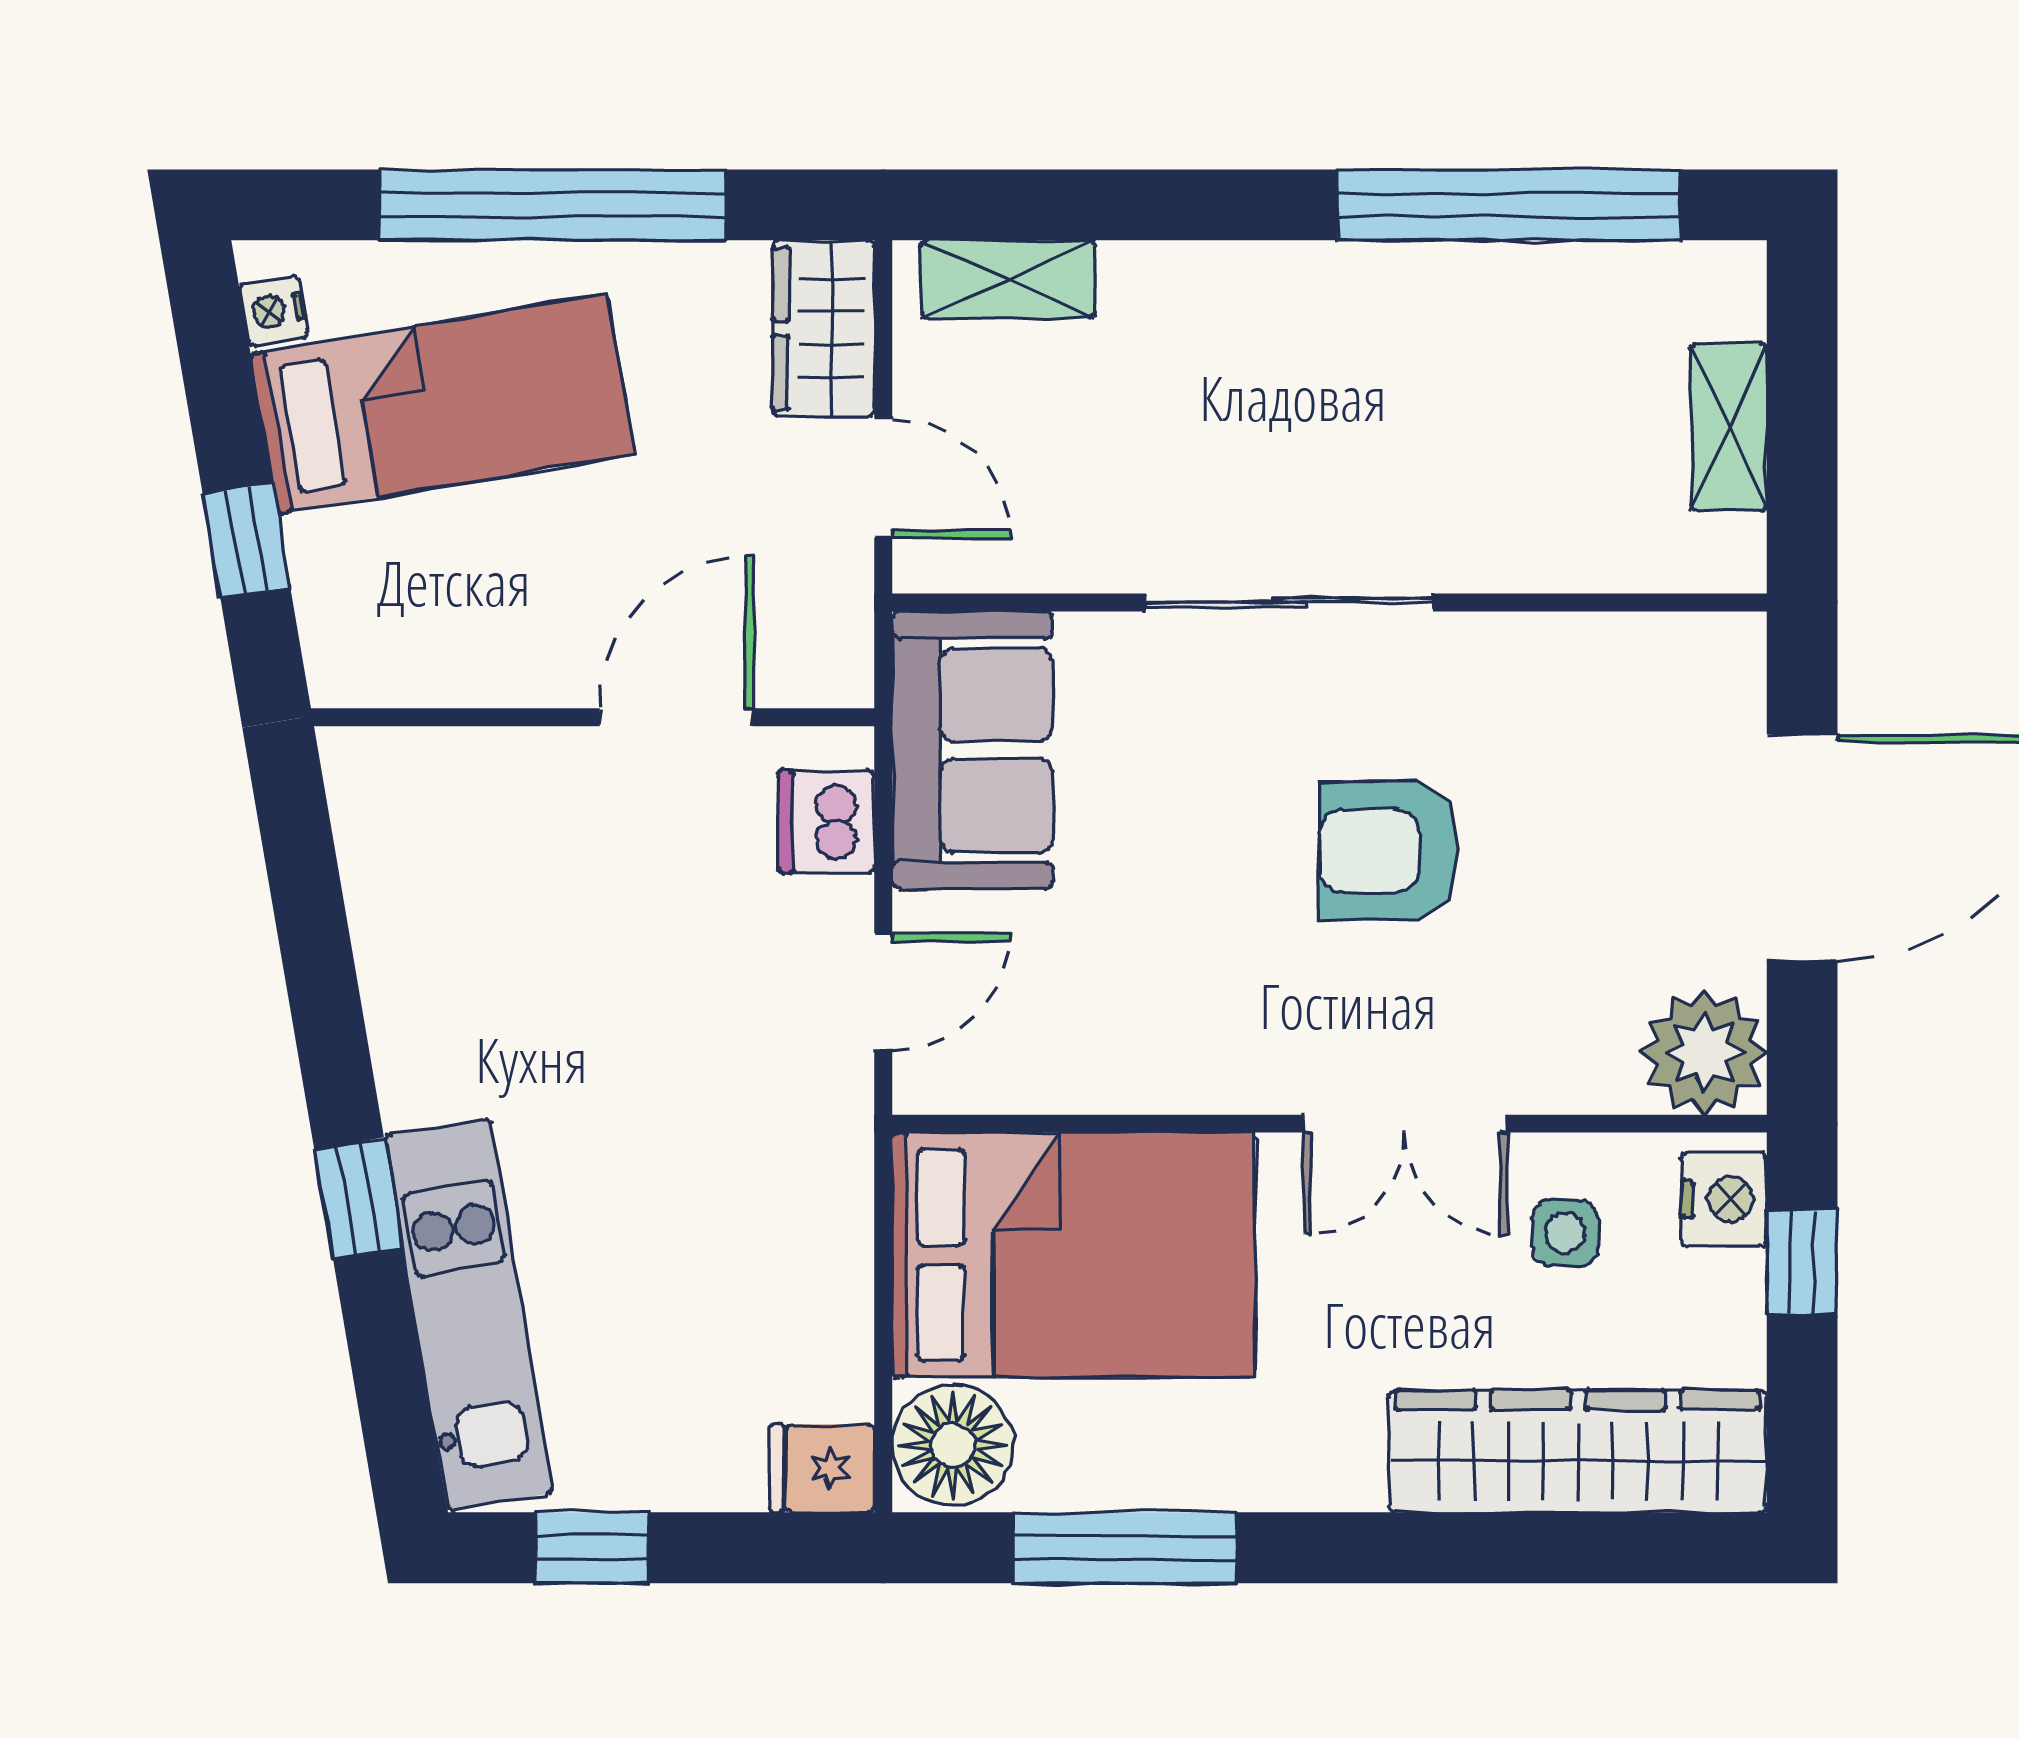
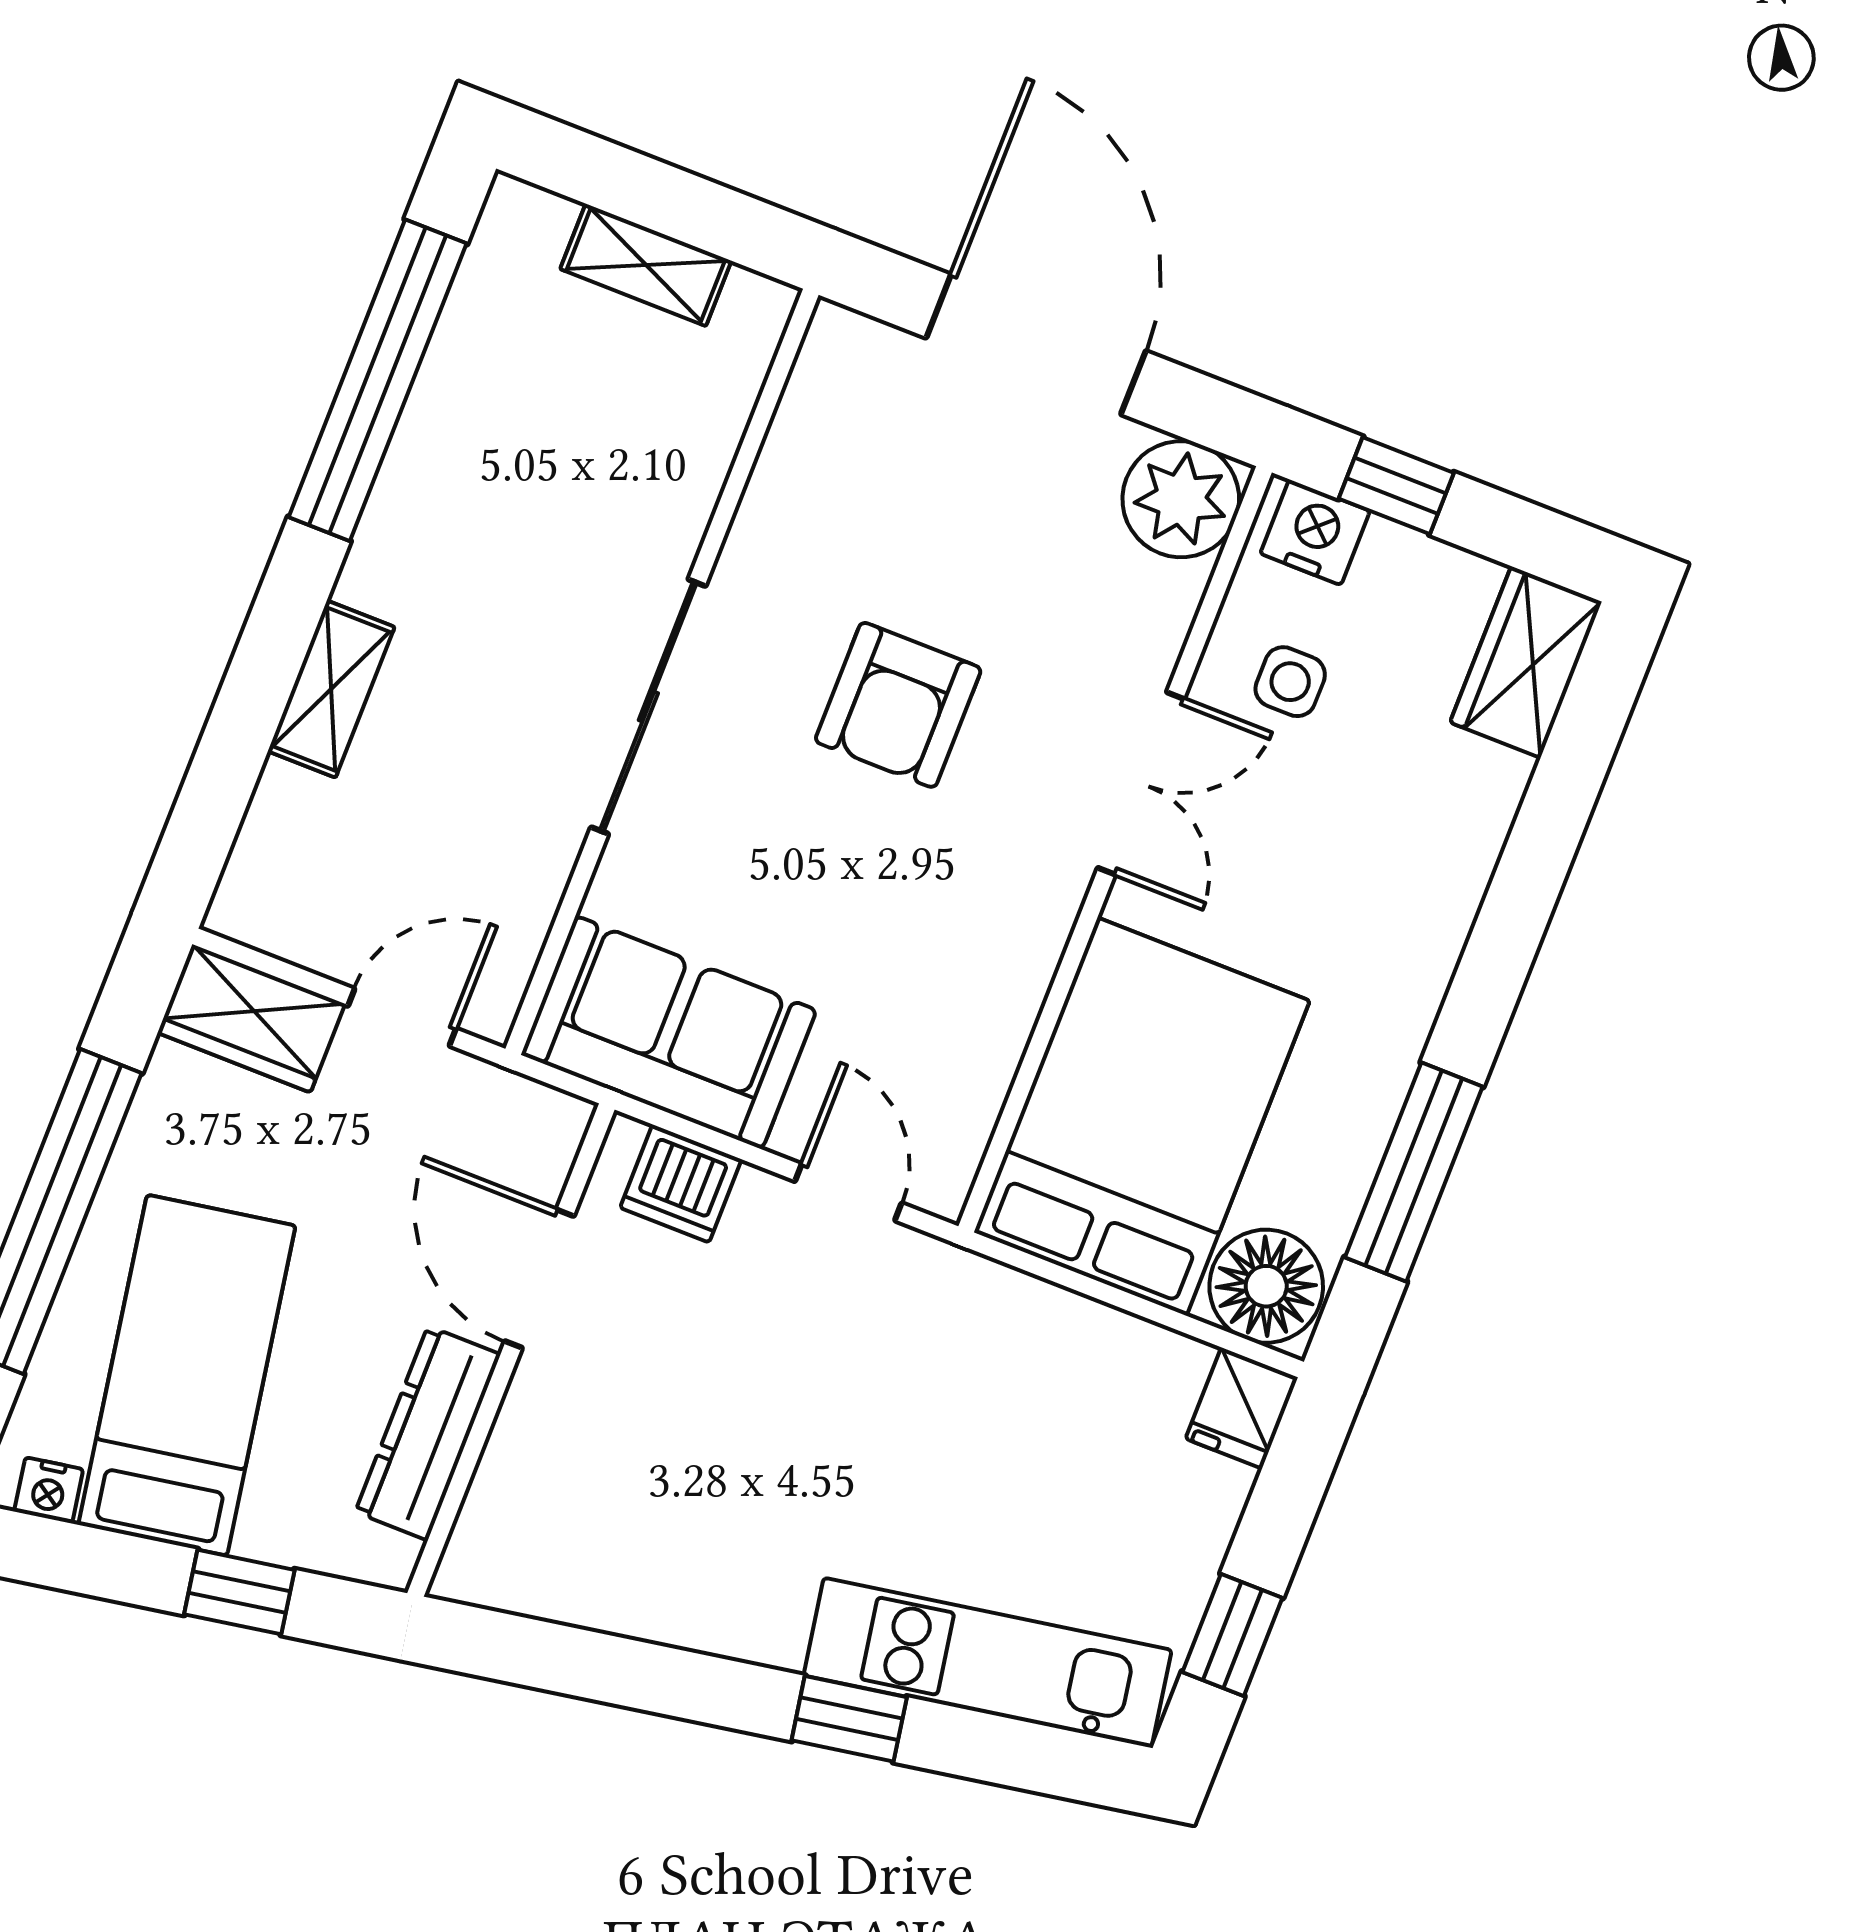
shelving: (1008, 279) -> (331, 689), moved
dresser: (479, 666) -> (428, 1433), added
wardrobe: (1578, 1451) -> (1526, 662), width x0.48, depth x0.85

